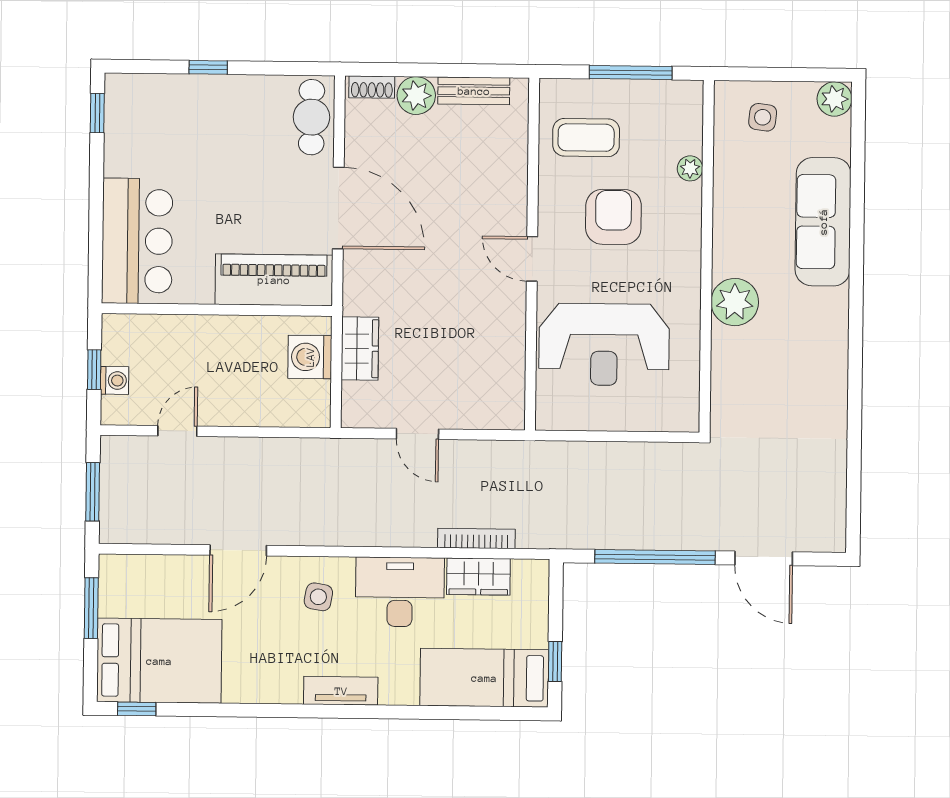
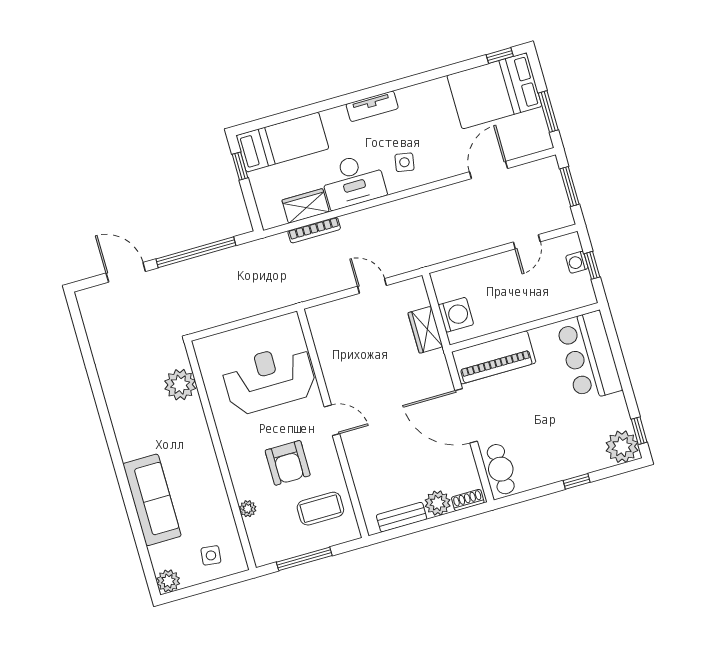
plant: (129, 98) -> (622, 447), added
plant: (735, 302) -> (180, 385), moved
door: (238, 550) -> (489, 170), moved

